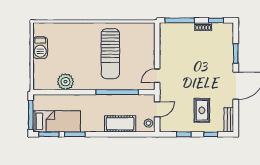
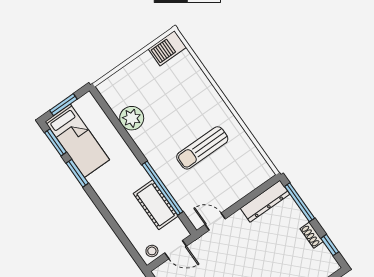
dresser: (165, 39) -> (265, 201), added
barbecue: (40, 48) -> (167, 48), moved
sun lounger: (110, 54) -> (202, 148), width x0.73, depth x0.75
window: (31, 115) -> (63, 105), width x0.69
cot: (120, 124) -> (156, 205), moved

